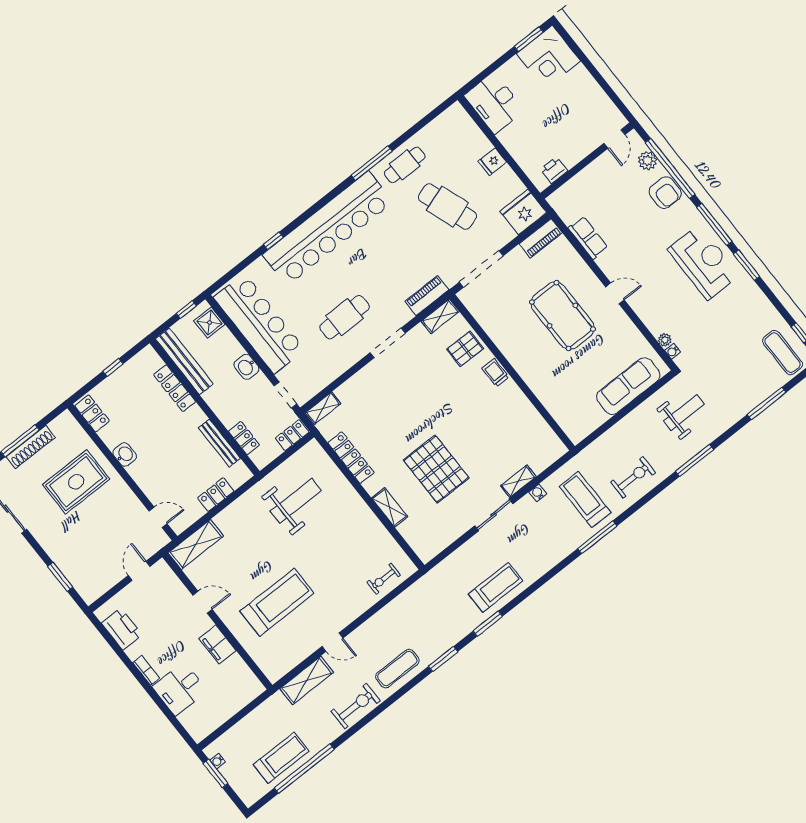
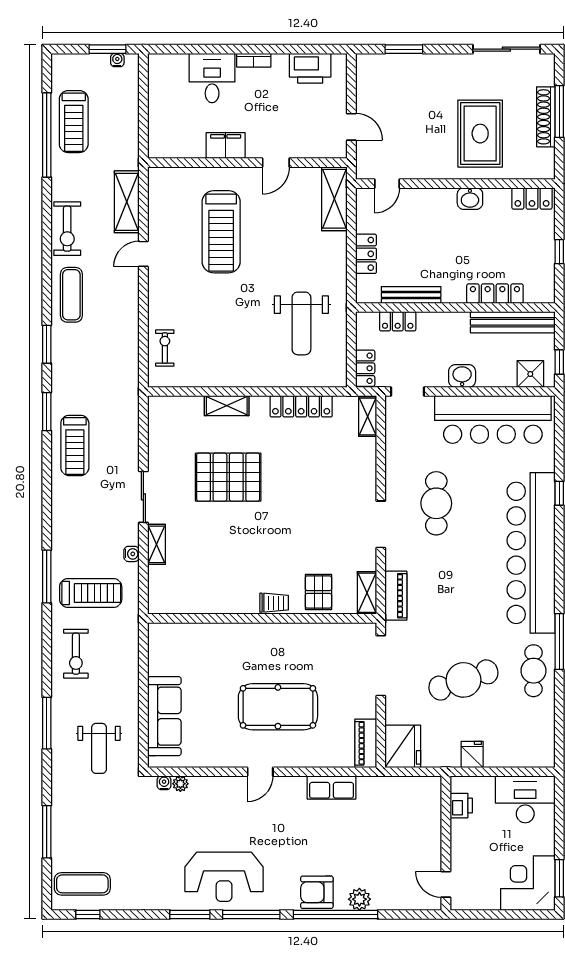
door: (614, 139) -> (446, 884), moved
wall: (587, 161) -> (446, 843), moved
printer: (554, 170) -> (461, 806), moved

